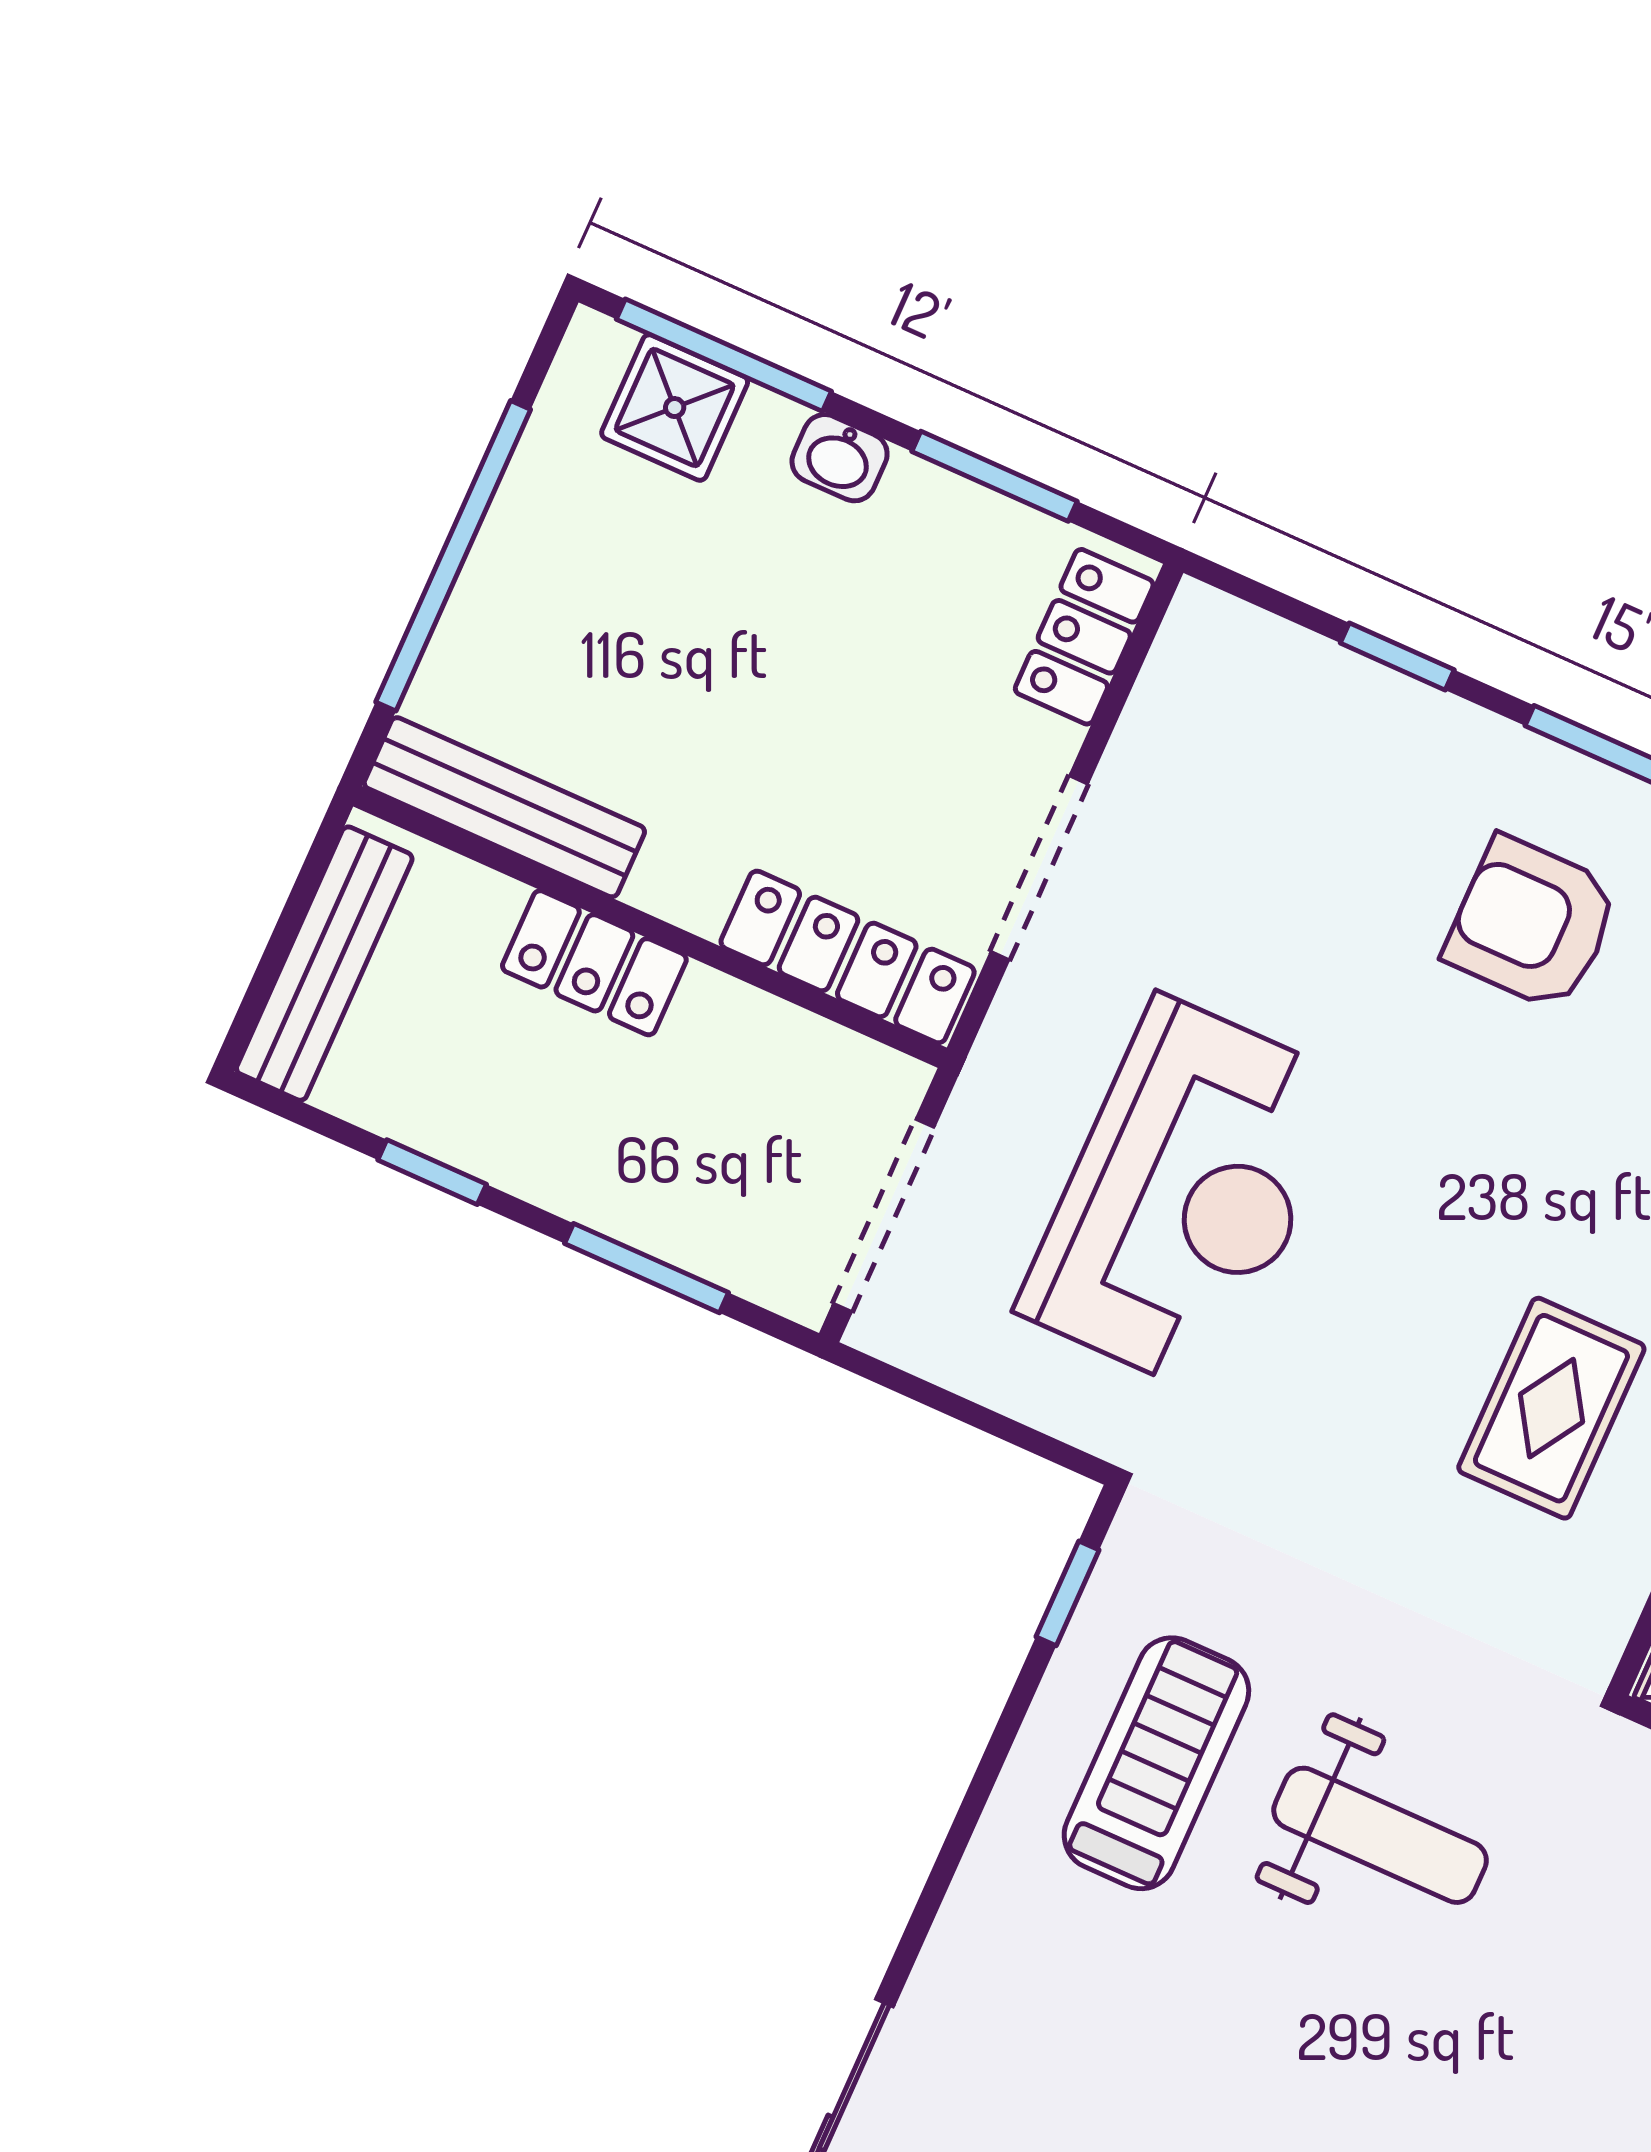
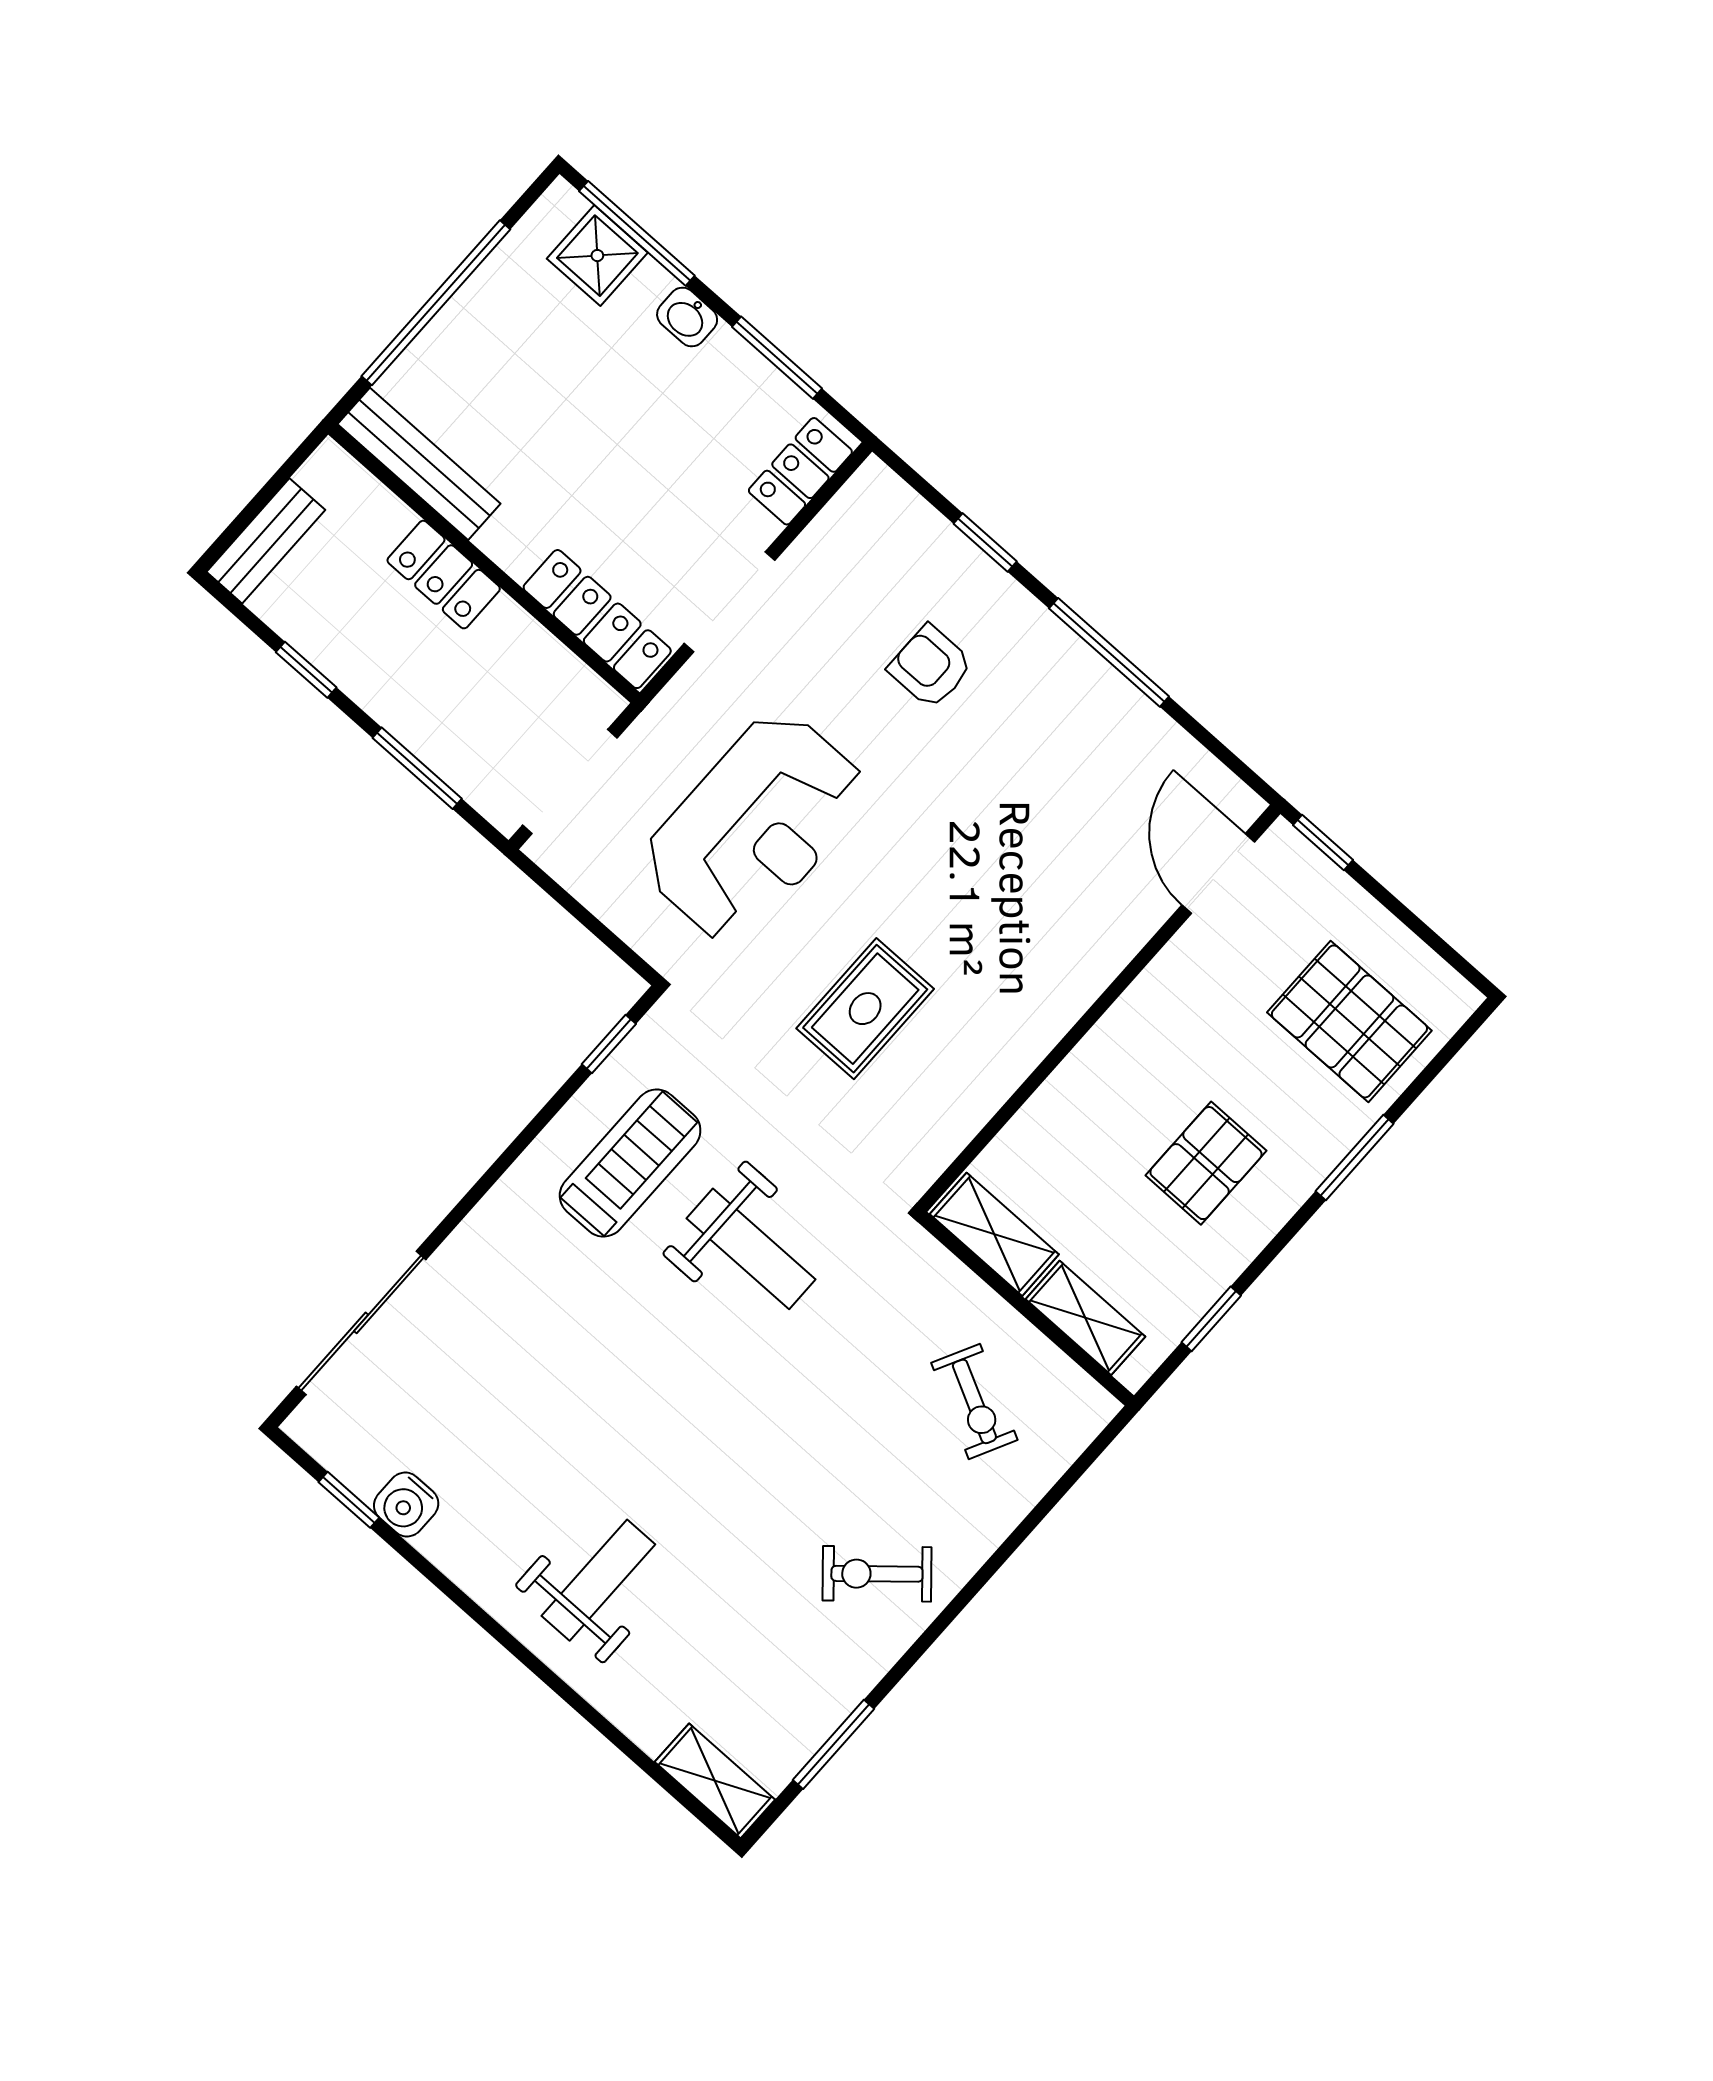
armchair: (1532, 923) -> (930, 667), moved, width x0.72, depth x0.72
bench: (324, 964) -> (266, 541), width x0.73
rug: (1551, 1408) -> (865, 1009), moved

